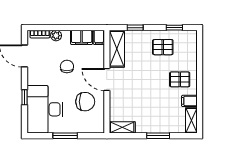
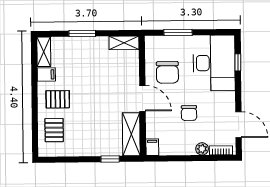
window: (174, 28) -> (65, 160), removed
filing cabinet: (82, 37) -> (172, 147), removed
pallet: (163, 47) -> (54, 130), moved, turned 90
window: (24, 97) -> (238, 62), moved
chair: (85, 102) -> (167, 72), turned -90
window: (65, 136) -> (178, 33), moved

